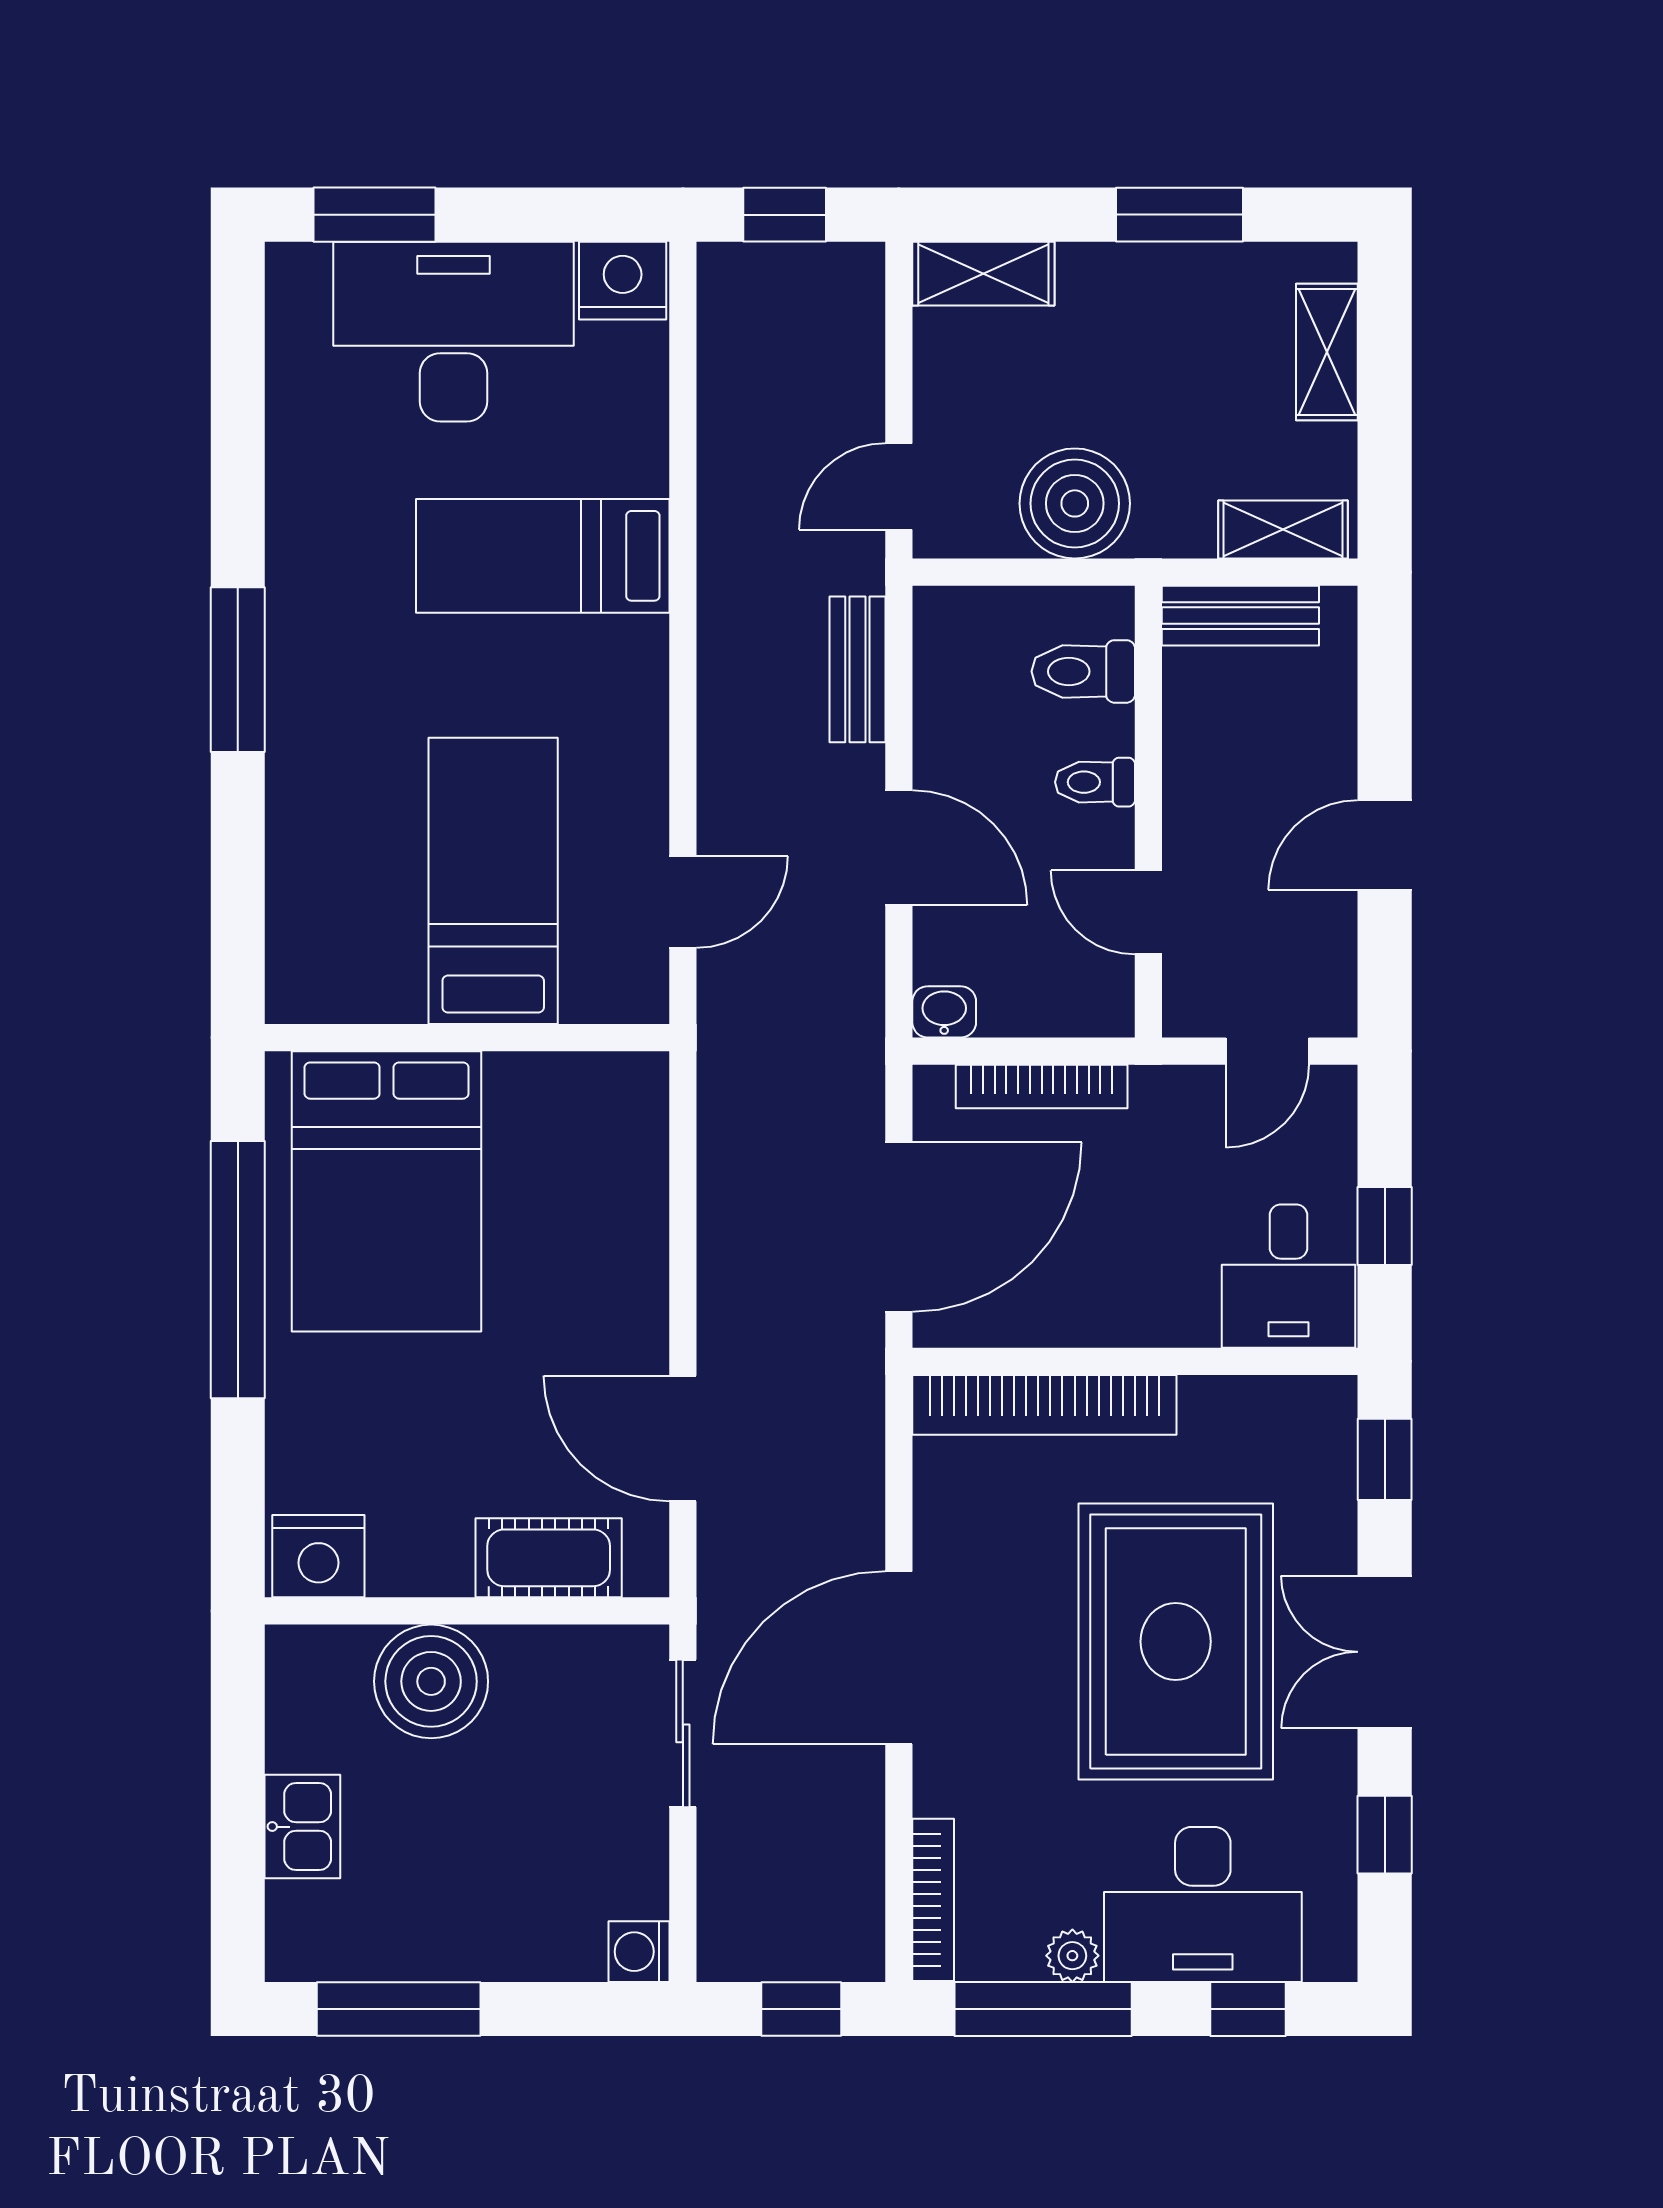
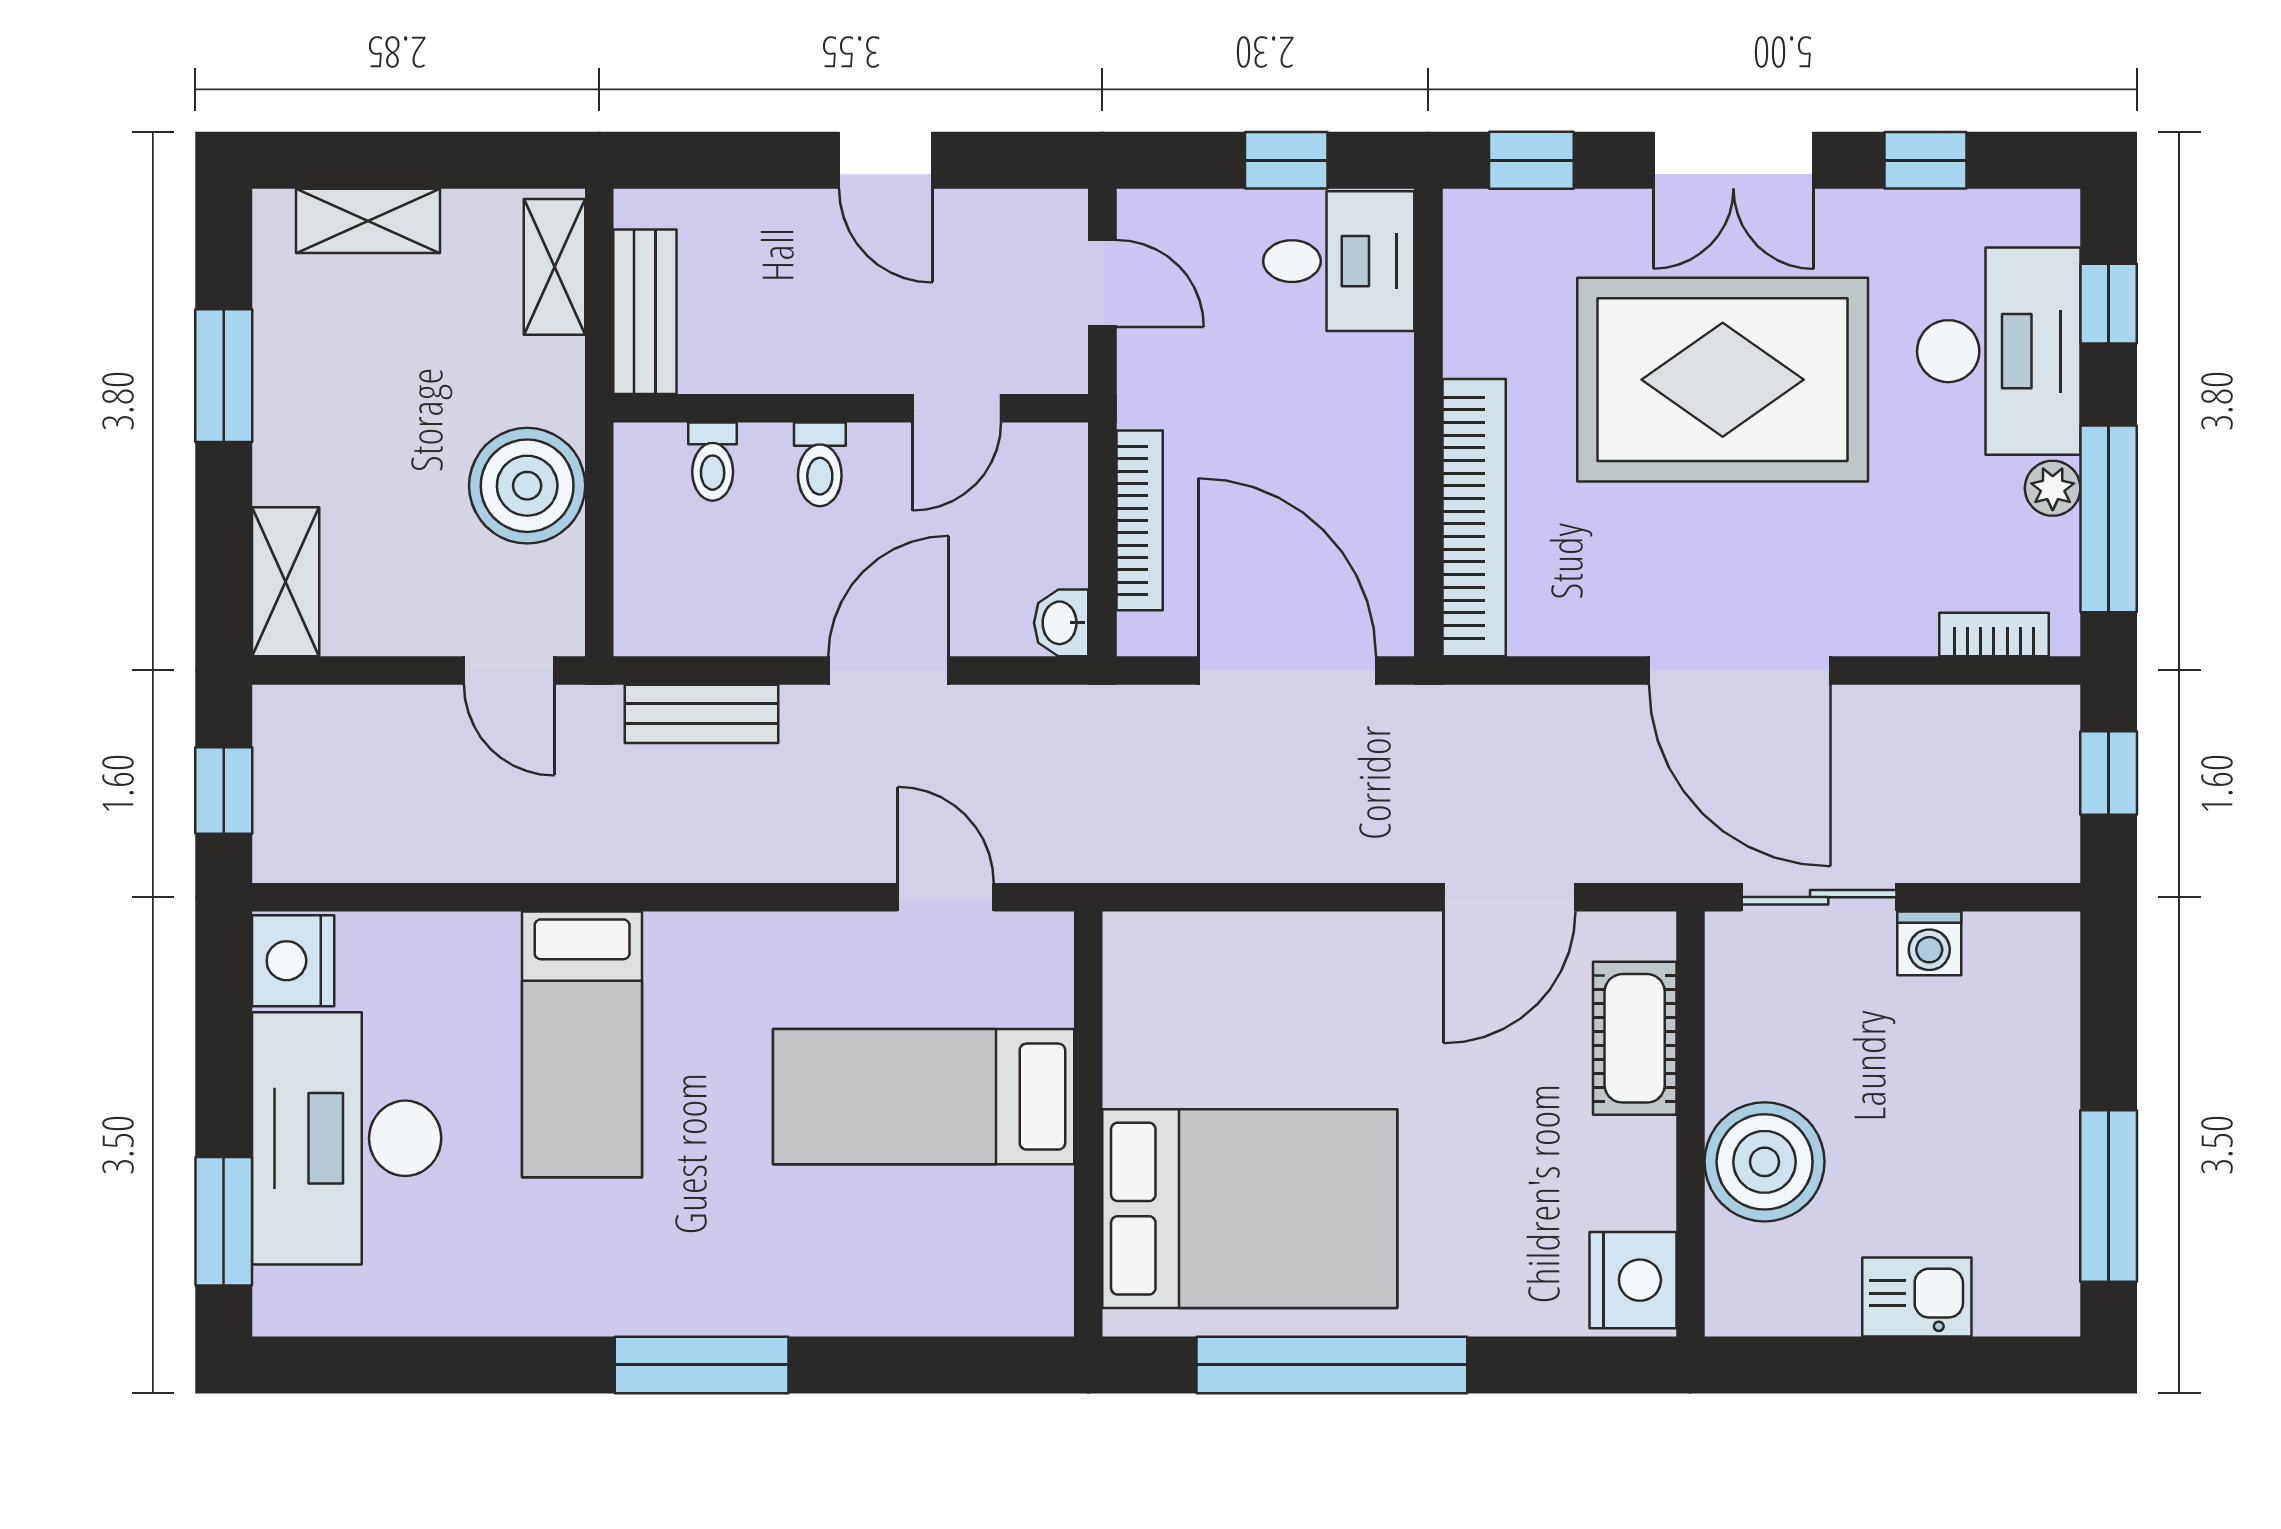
toilet: (1083, 671) -> (713, 462), width x0.73, depth x0.72
bookcase: (933, 1900) -> (1994, 634), width x0.64
washing machine: (639, 1952) -> (1929, 943), moved

